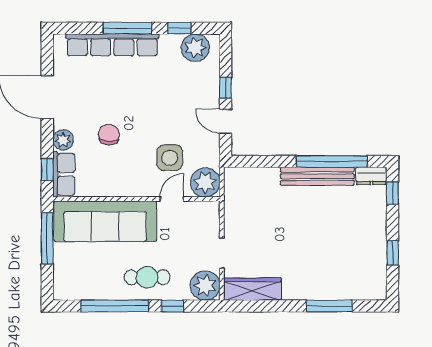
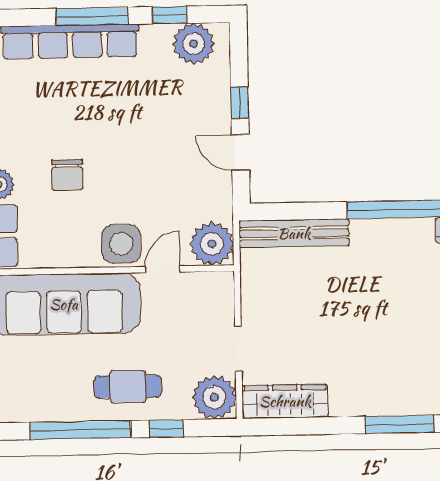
chair: (109, 134) -> (67, 175), turned 180
side table: (170, 158) -> (121, 244), moved
bench: (317, 176) -> (294, 233), moved

